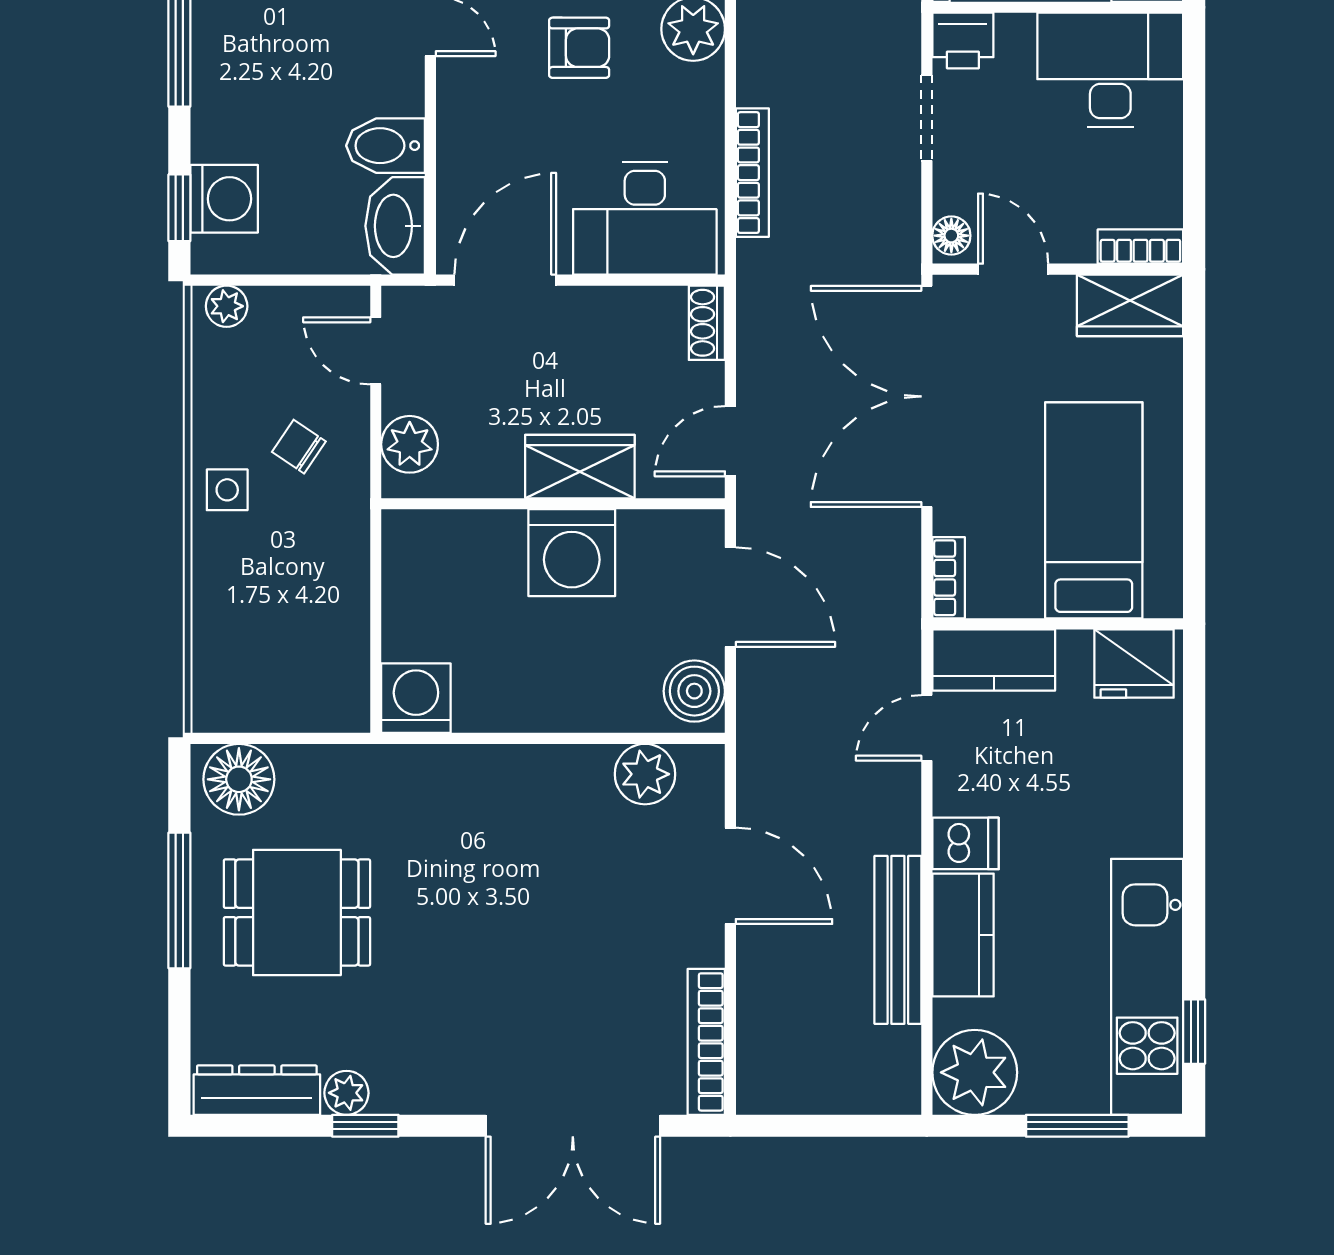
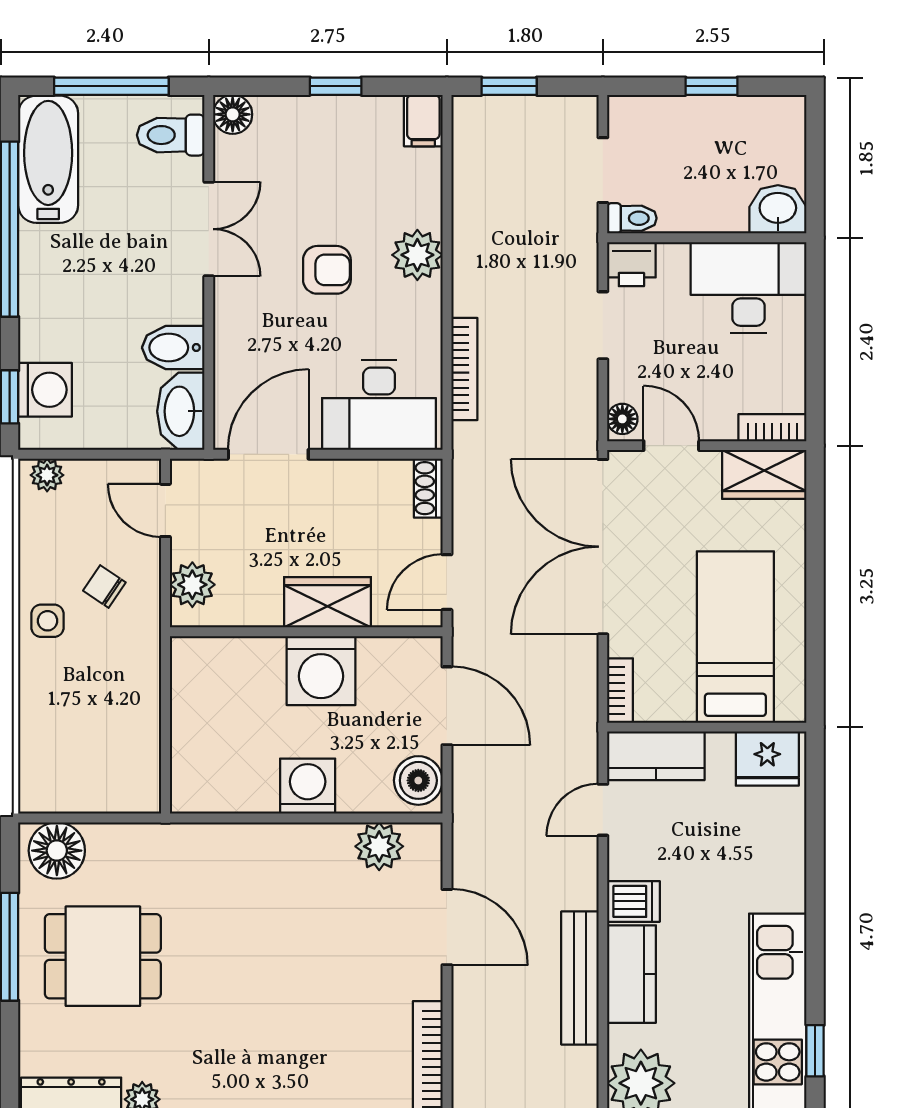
washing machine: (416, 698) -> (308, 786), moved

